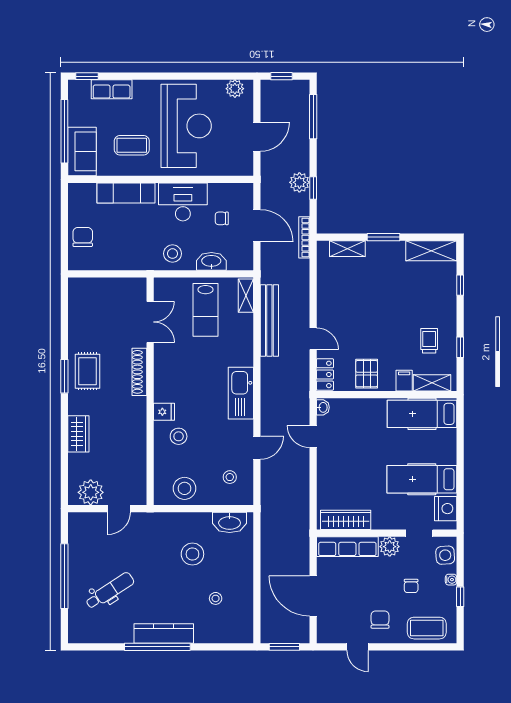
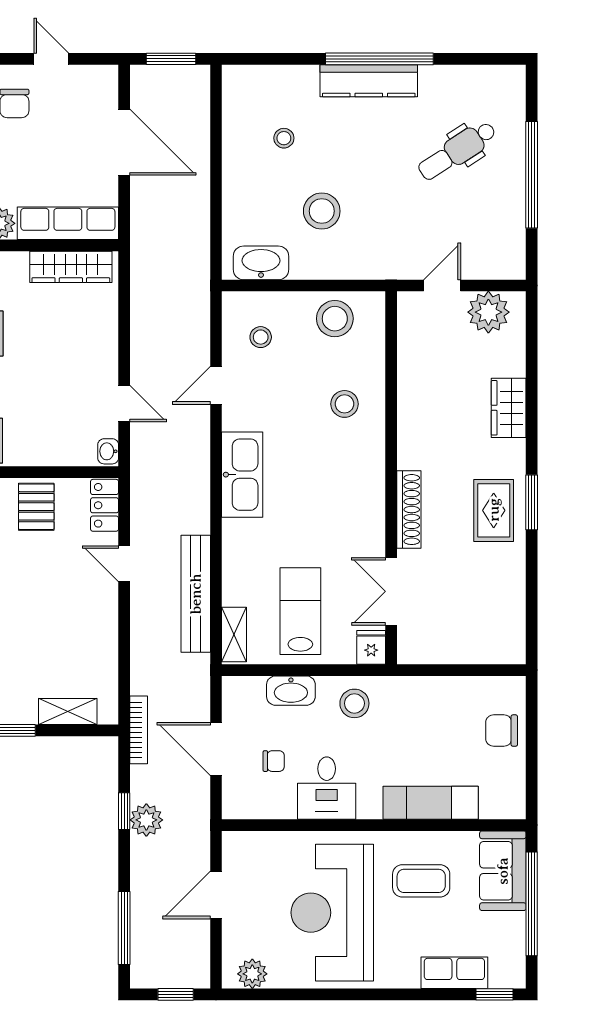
desk: (183, 202) -> (327, 788), width x0.73
chair: (83, 237) -> (502, 731), turned 90
fridge: (164, 412) -> (371, 647), moved, turned 90

